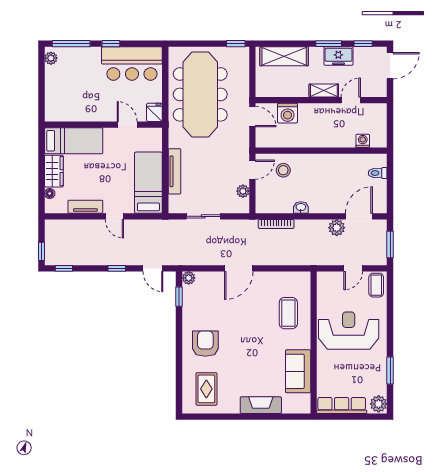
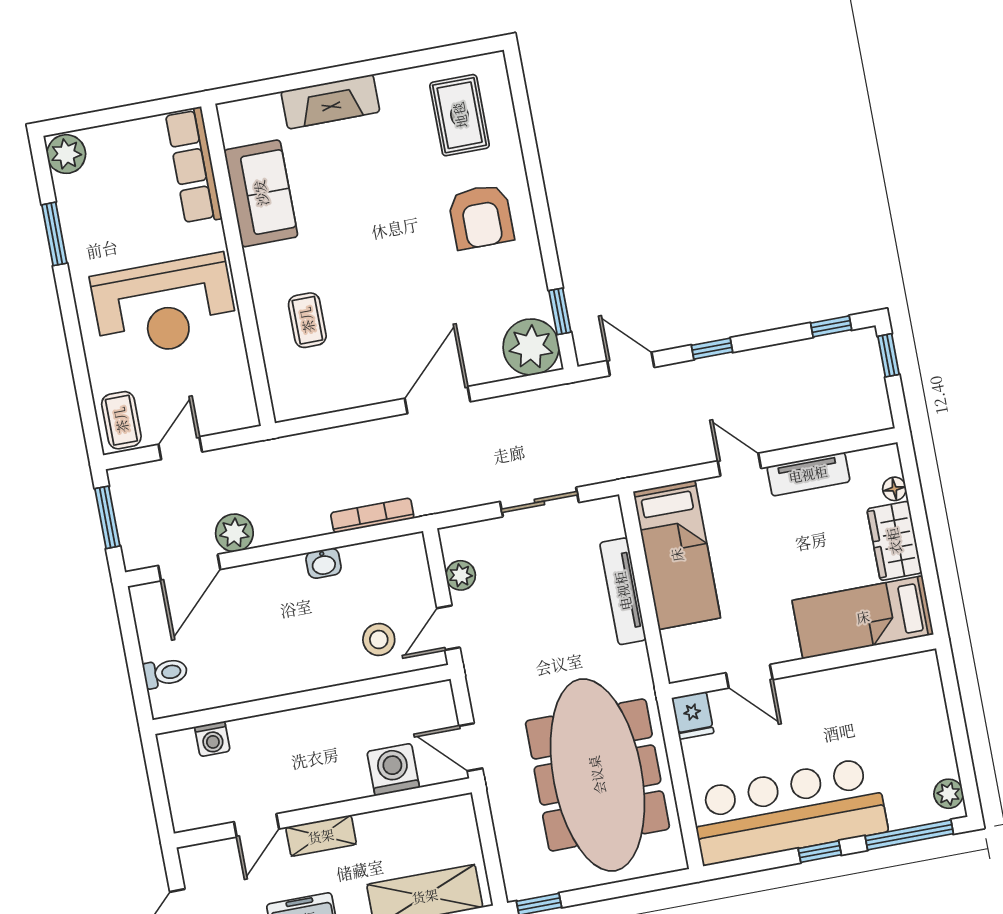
bar counter: (132, 64) -> (789, 811), width x1.36
plant: (189, 278) -> (531, 347), width x1.88, depth x1.88
coffee table: (288, 313) -> (307, 320), width x0.73, depth x0.77
row of seats: (342, 405) -> (194, 166), moved, turned 90

